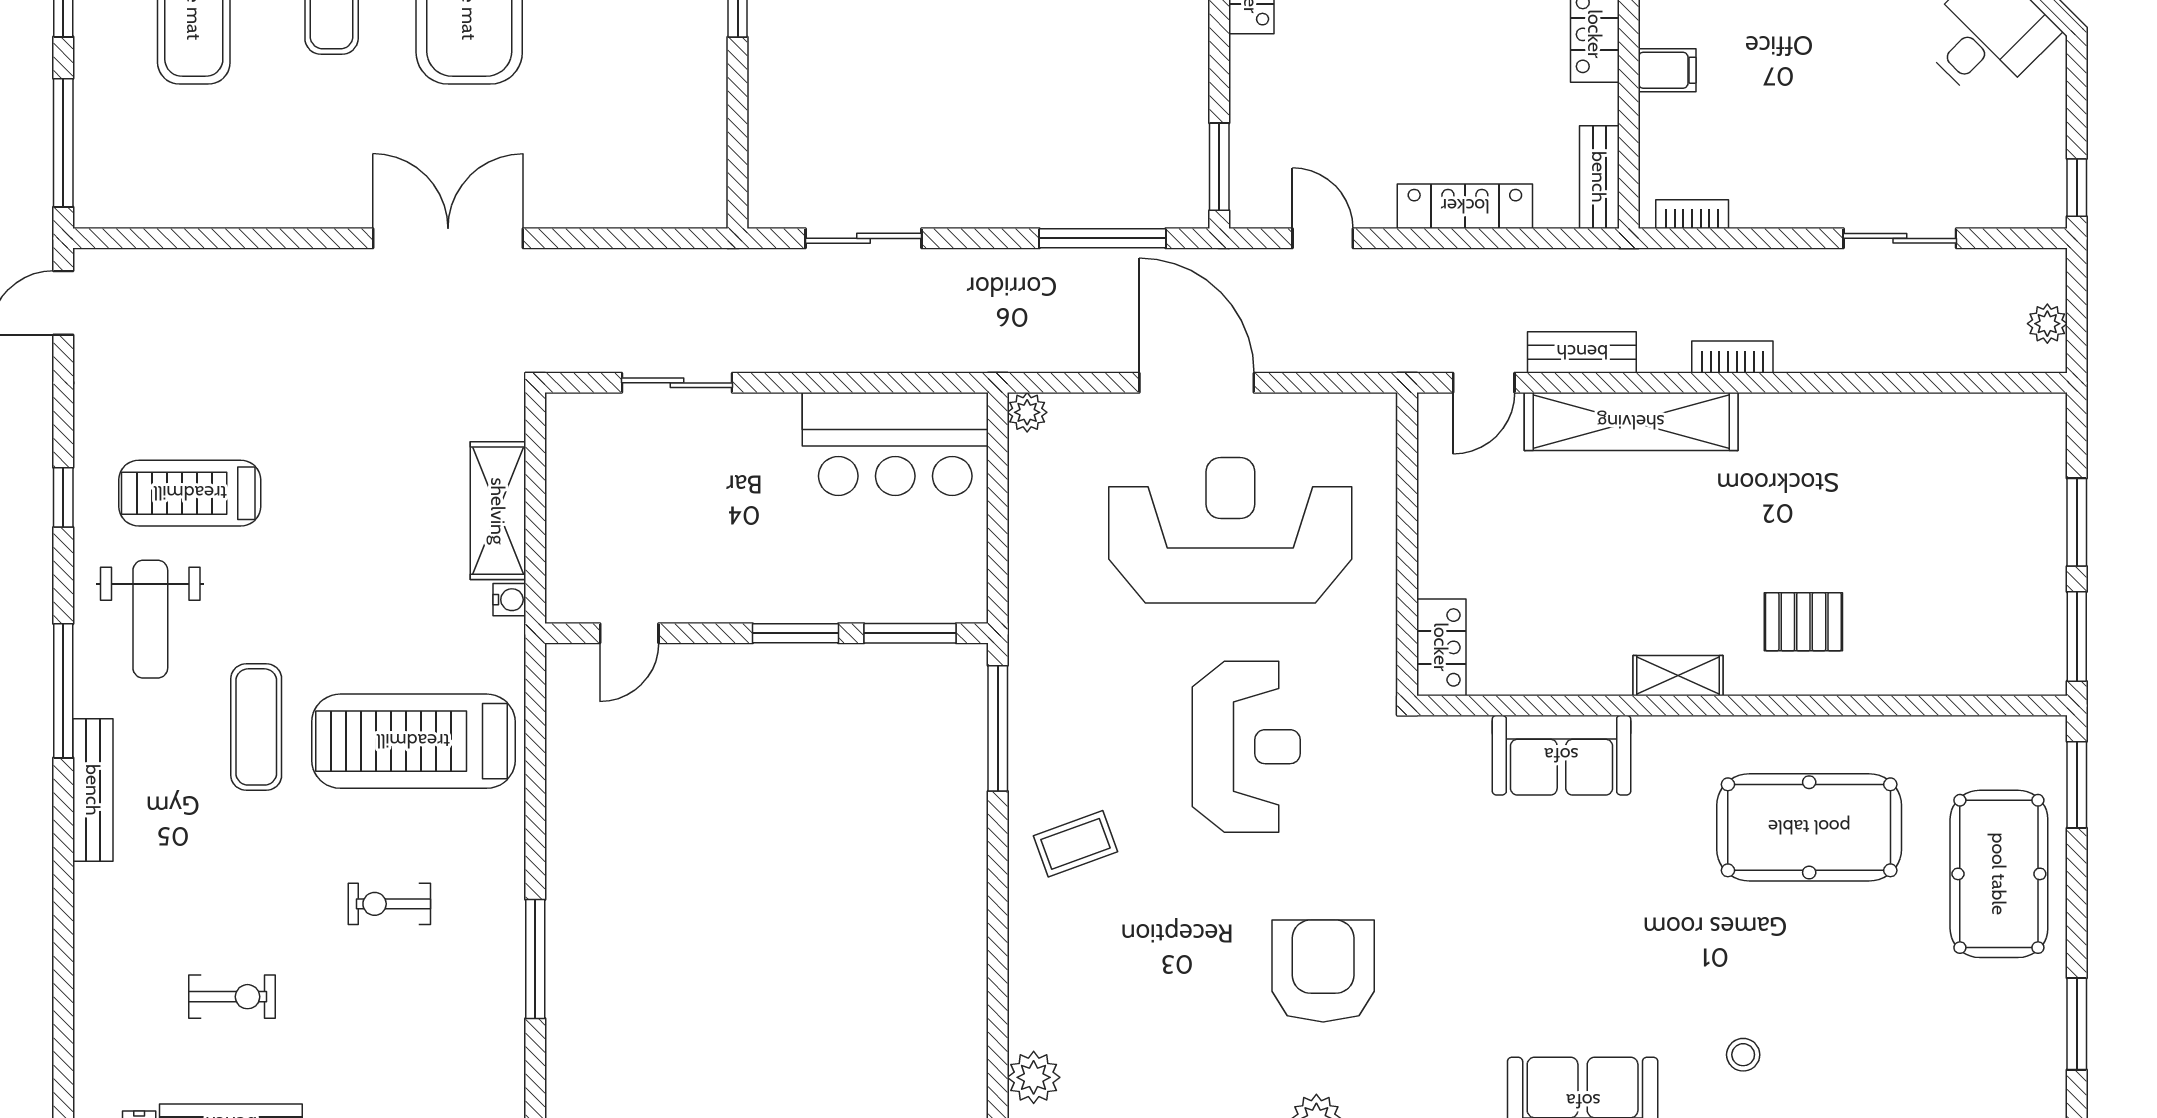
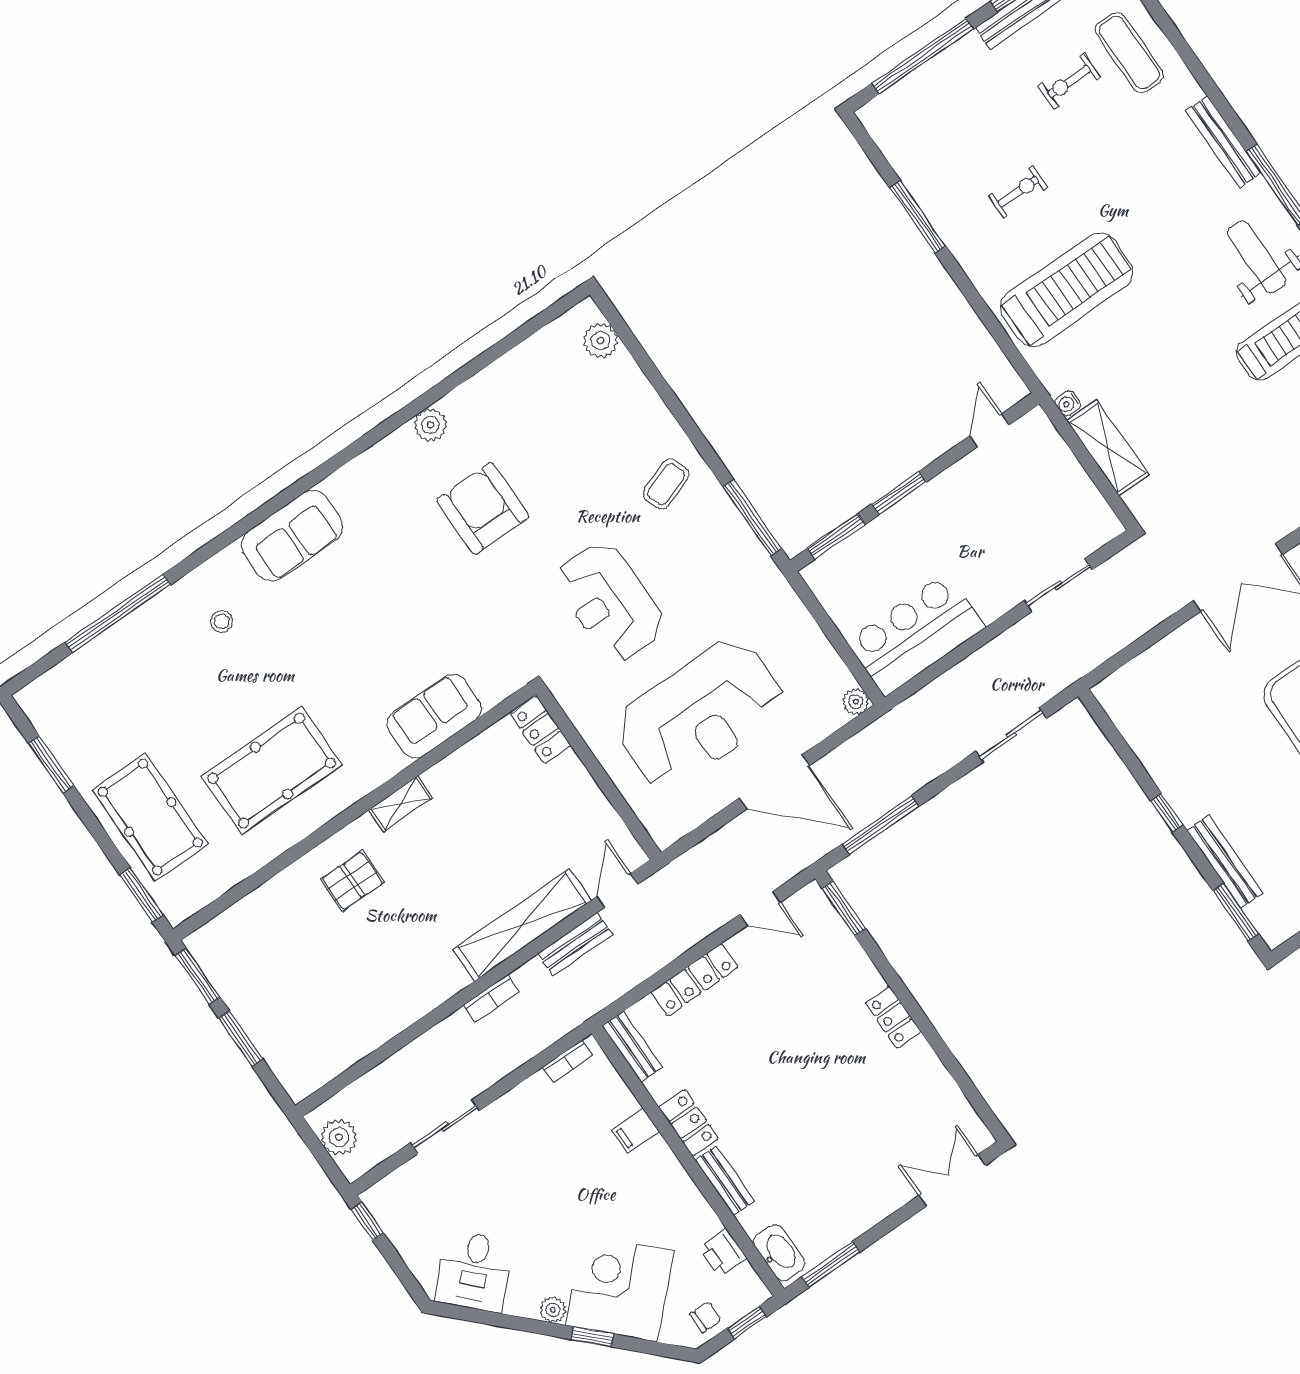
plant: (2047, 324) -> (339, 1137), width x1.38, depth x1.38
exercise mat: (256, 727) -> (1129, 53), moved
armchair: (1323, 971) -> (483, 508), turned 180

